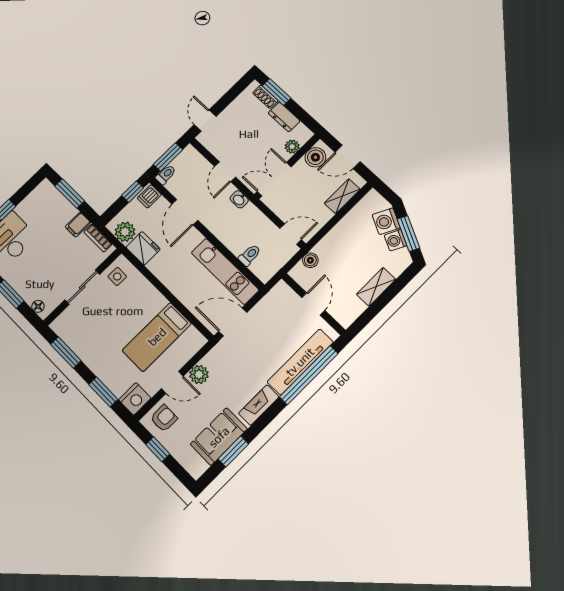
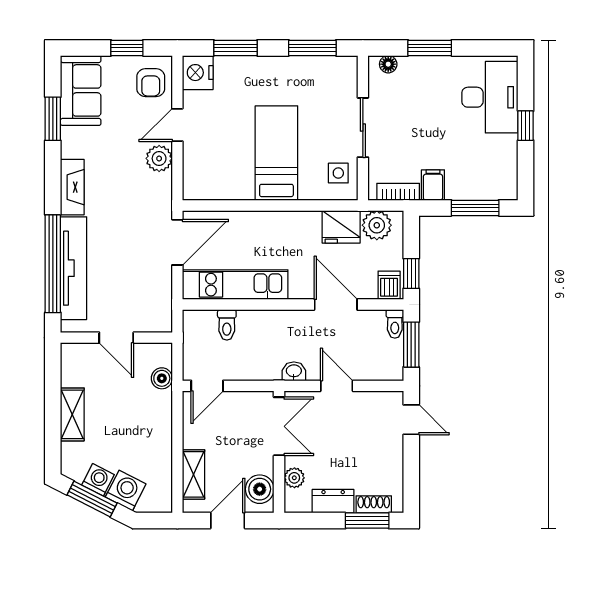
bed: (157, 337) -> (276, 153), moved
sofa: (219, 437) -> (81, 90), moved

